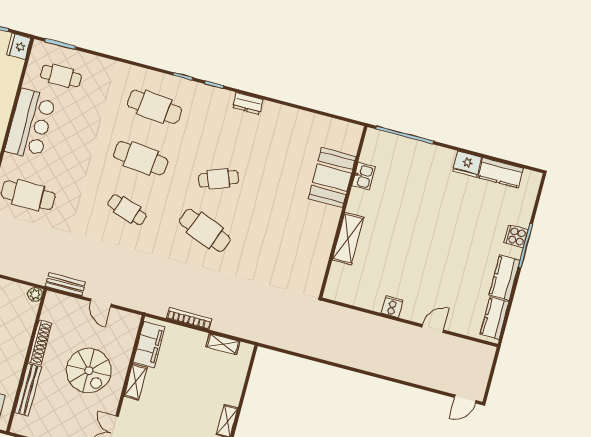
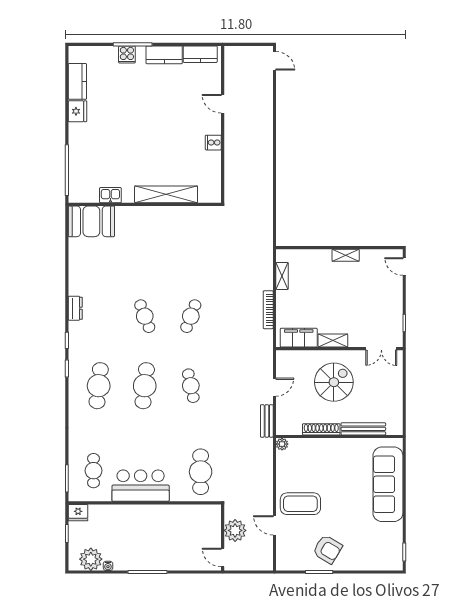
booth: (332, 178) -> (91, 221), moved
cafe table: (127, 210) -> (191, 386), turned -30
cafe table: (205, 230) -> (191, 316), width x0.73, depth x0.74
shelving: (348, 239) -> (166, 194), width x1.47

